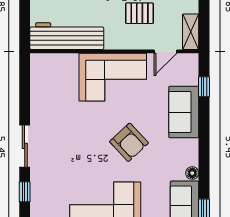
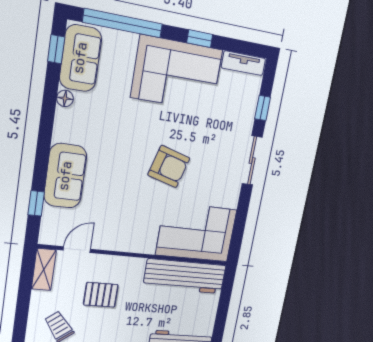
corner sofa: (113, 77) -> (196, 232), moved
armchair: (129, 142) -> (169, 167), moved, turned 149

